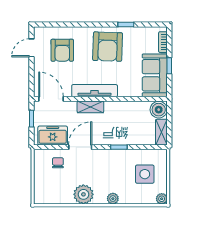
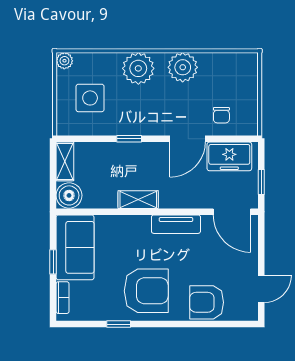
armchair: (108, 47) -> (146, 291), turned 88
armchair: (62, 50) -> (207, 302), moved, turned -90
tv unit: (95, 91) -> (176, 224), width x0.71
shelving: (90, 107) -> (138, 200), moved
plant: (113, 199) -> (138, 68), width x1.88, depth x1.88

